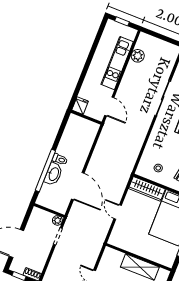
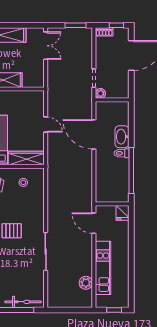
window: (45, 170) -> (131, 170), moved

